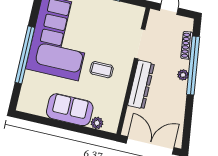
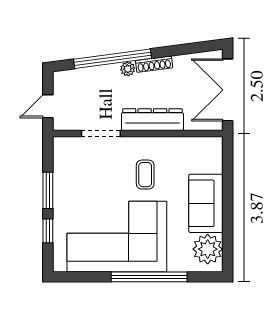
shoe rack: (187, 45) -> (154, 64), moved
plant: (97, 123) -> (208, 249), moved, width x1.88, depth x1.88

